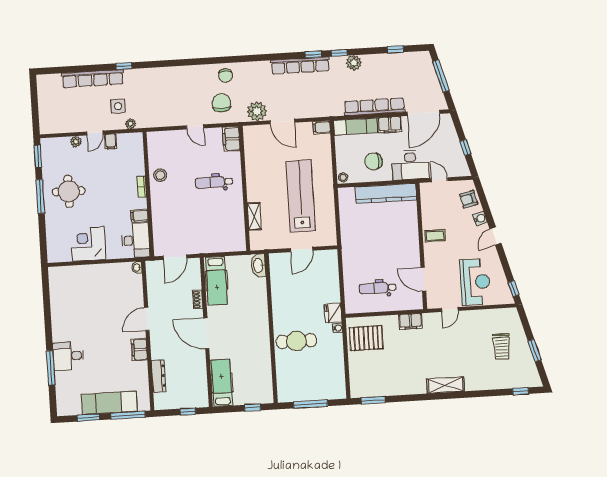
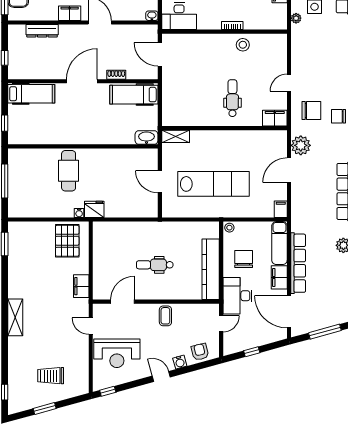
filing cabinet: (139, 216) -> (204, 21), removed
shelving: (254, 216) -> (176, 136), moved
dental chair: (378, 288) -> (155, 265), moved, turned -90

